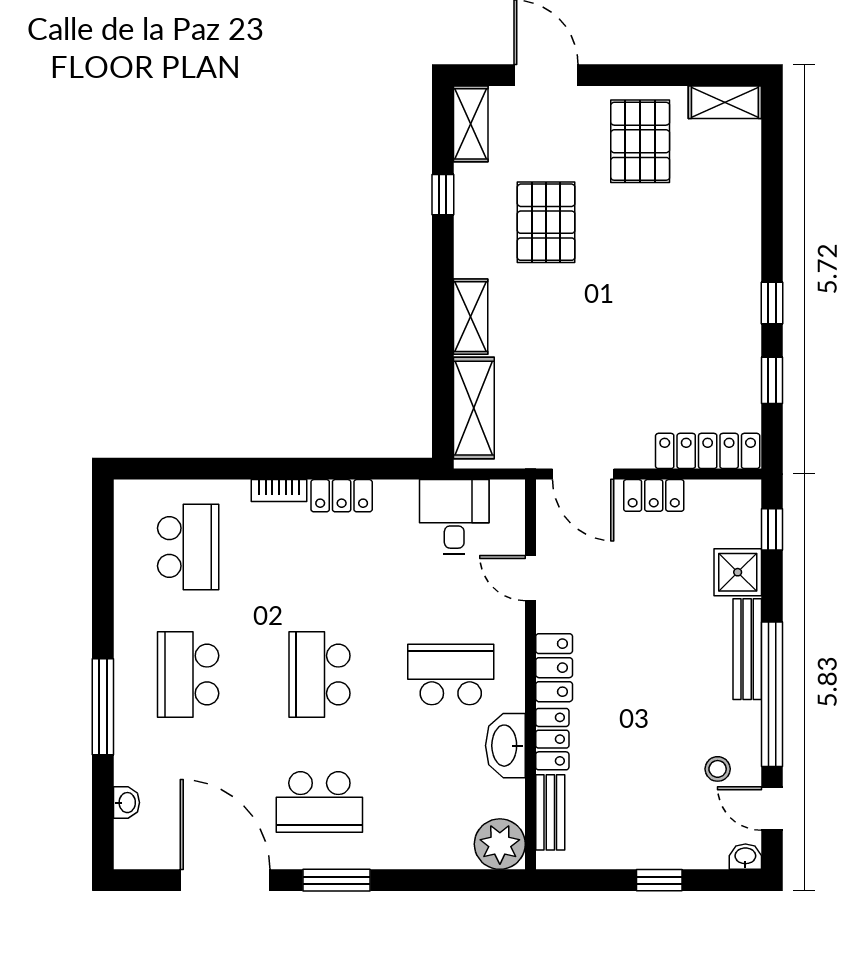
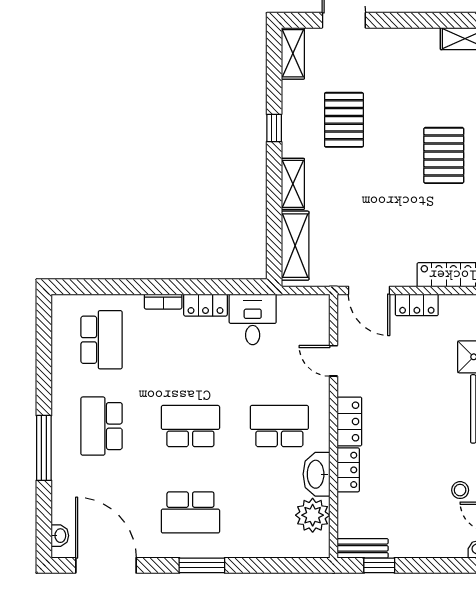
pallet: (640, 141) -> (444, 155), moved
window: (443, 195) -> (274, 128), moved
desk: (454, 517) -> (253, 319), moved
school desk: (319, 674) -> (190, 426), turned 90
washbasin: (127, 803) -> (60, 536), moved
bench: (550, 812) -> (363, 548), moved, turned 90
plant: (500, 844) -> (313, 515), moved
door: (225, 880) -> (106, 565), moved
window: (659, 880) -> (379, 565), moved

